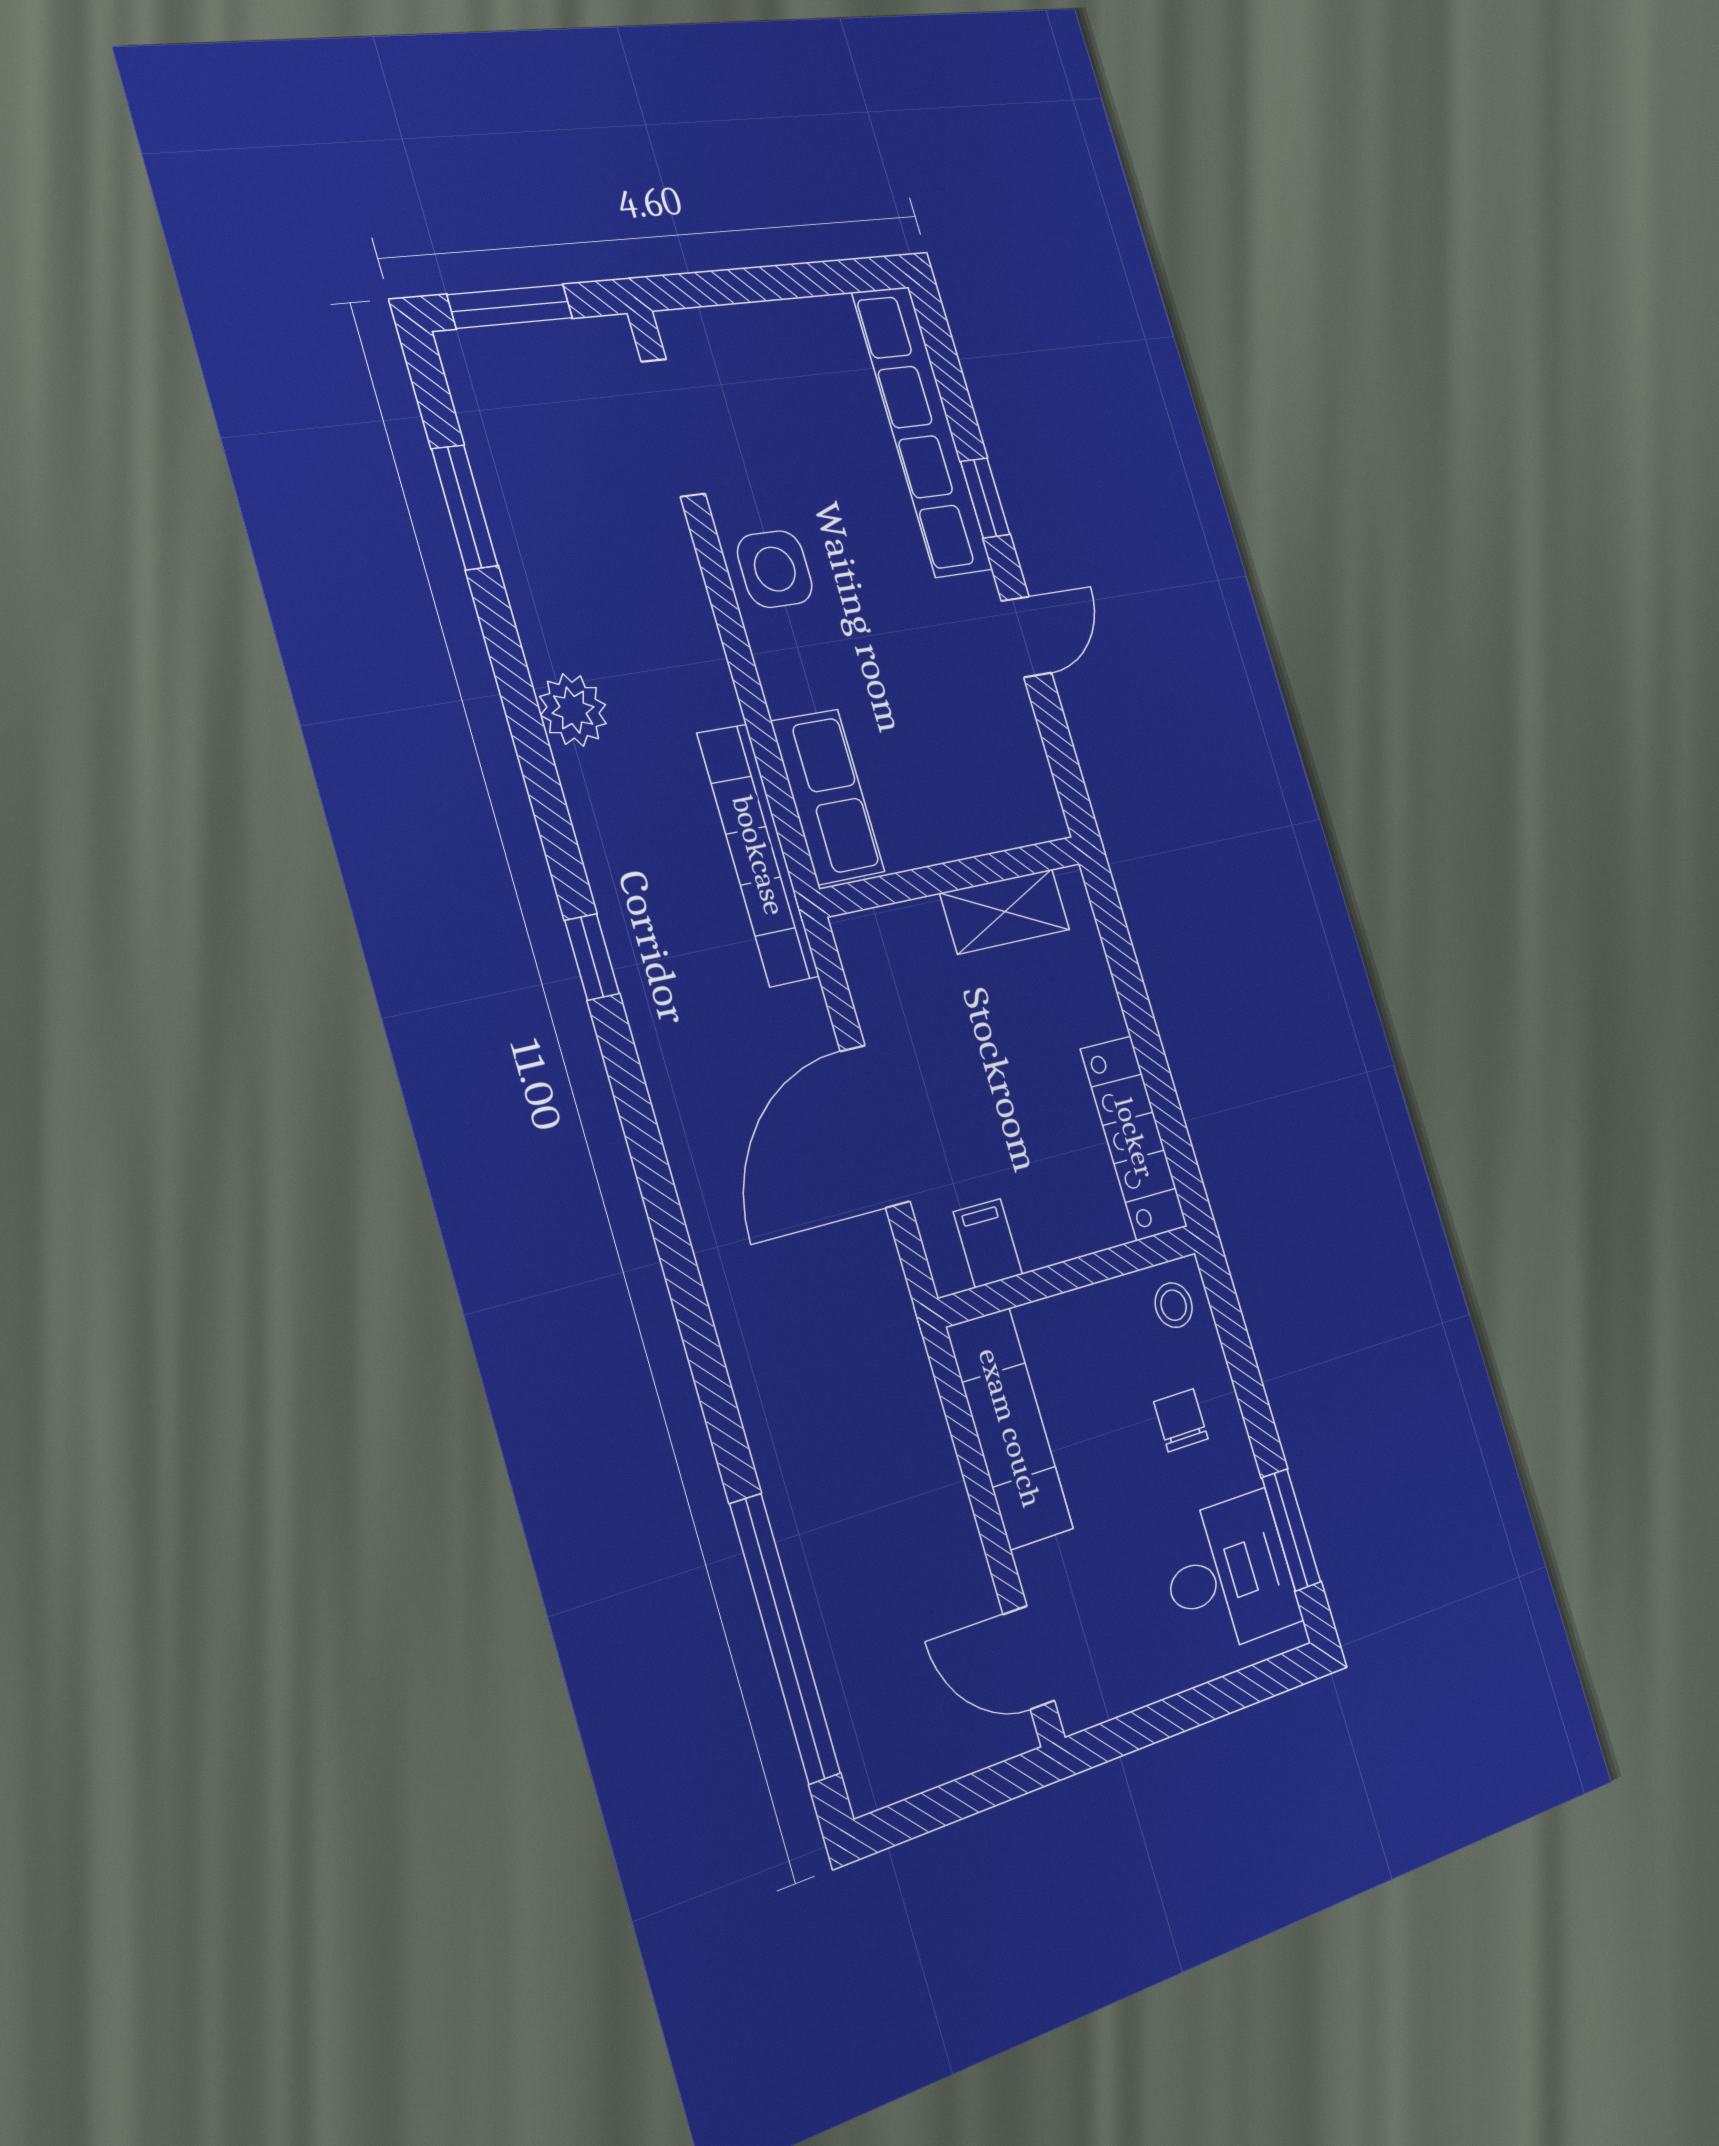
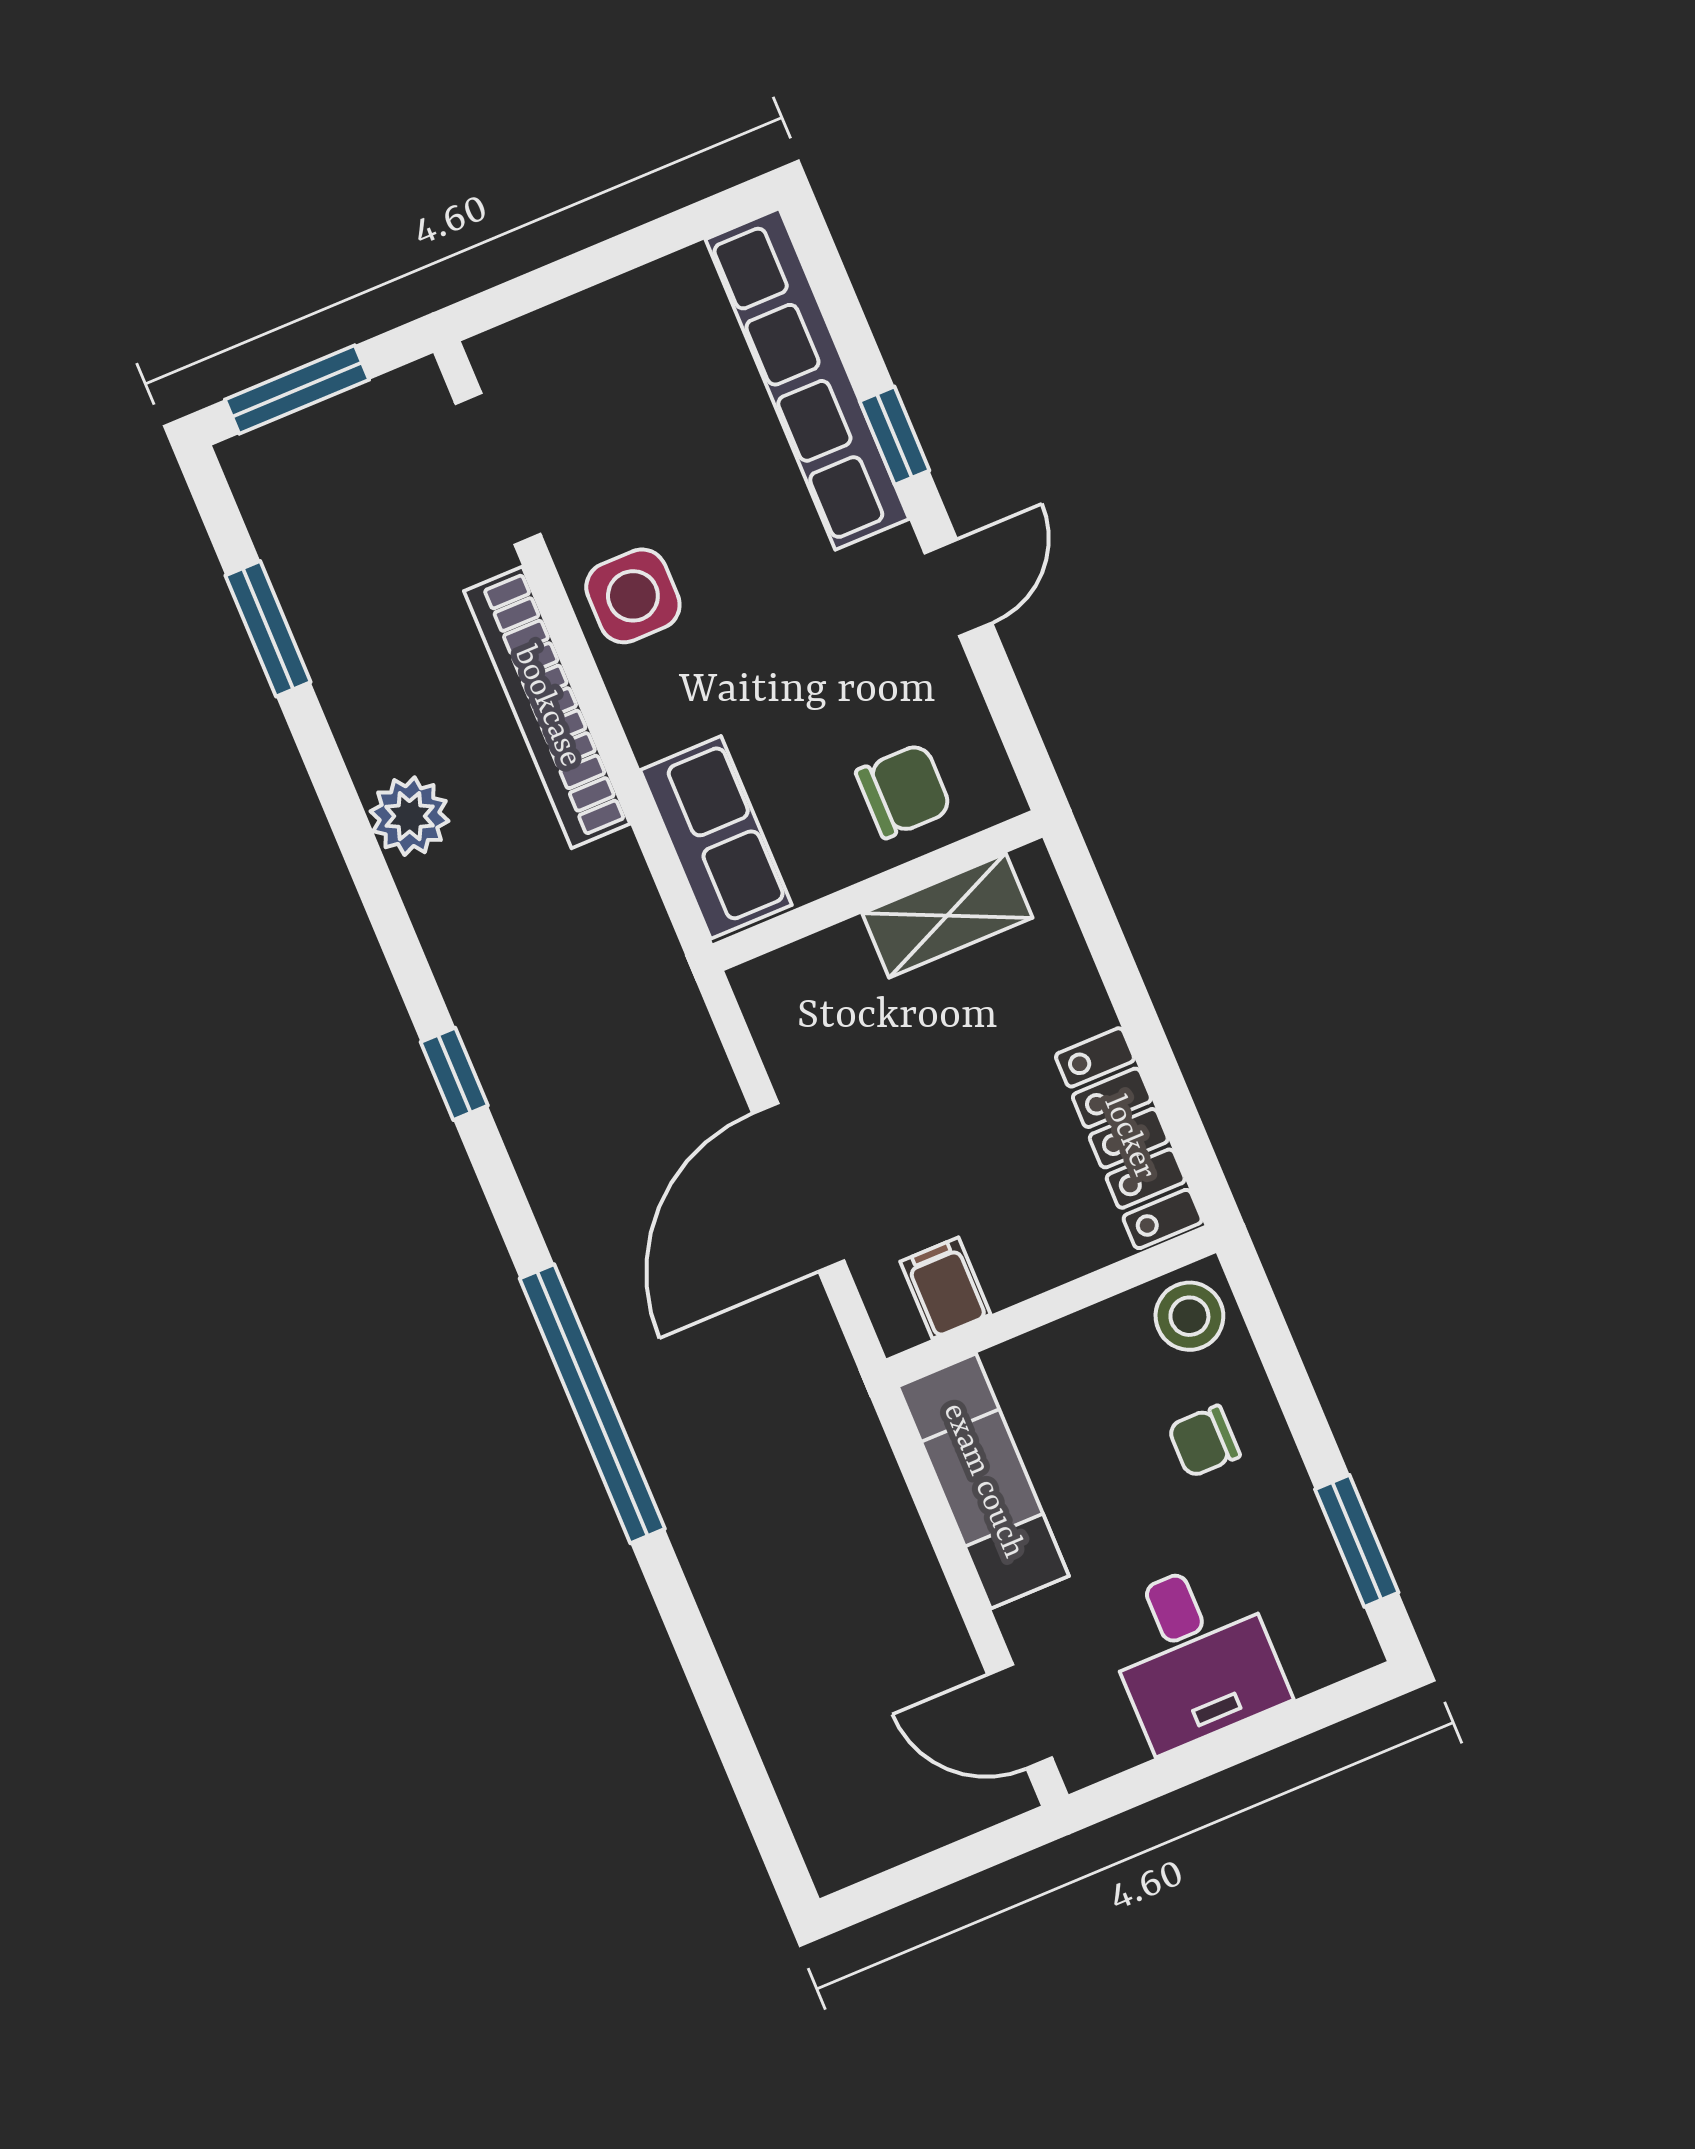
chair: (977, 795) -> (904, 791), added
bookcase: (758, 855) -> (547, 707), moved
stool: (1174, 1305) -> (1189, 1316), width x1.37, depth x1.37
chair: (1181, 1420) -> (1204, 1441), turned -90
desk: (1229, 1574) -> (1194, 1654), moved, turned 90
window: (785, 1638) -> (592, 1404), moved

